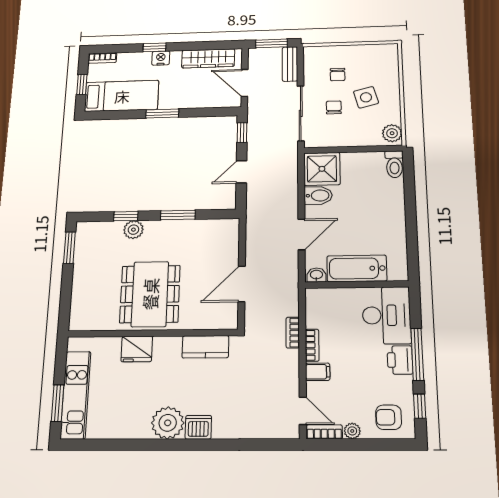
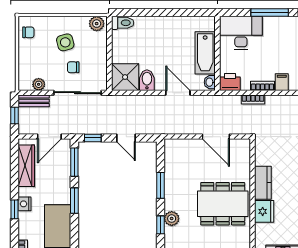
window: (271, 43) -> (15, 116), width x0.67
plant: (311, 69) -> (39, 84), added
chair: (338, 75) -> (28, 32), moved
window: (211, 112) -> (74, 162), added
kitchen counter: (205, 347) -> (263, 183), moved
printer: (400, 360) -> (230, 82), moved, turned 180

